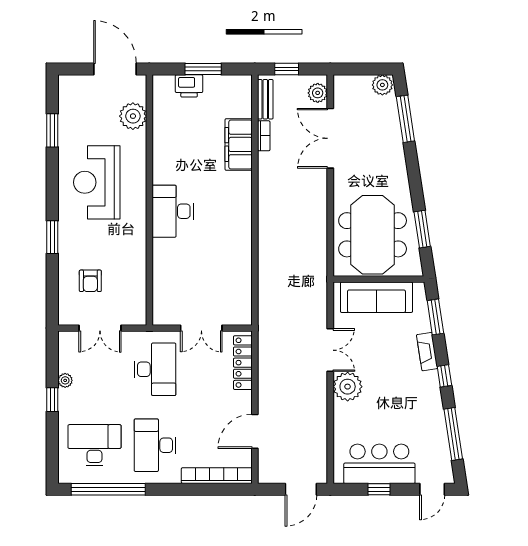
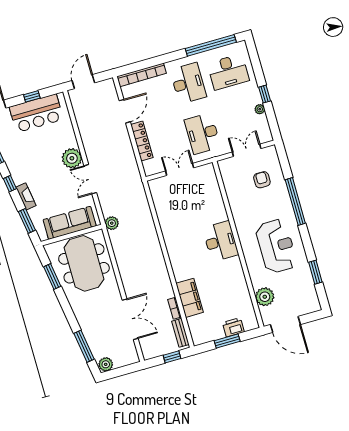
plant: (318, 93) -> (112, 223), moved
window: (52, 237) -> (295, 201), width x2.11
locker: (243, 363) -> (142, 141), moved

